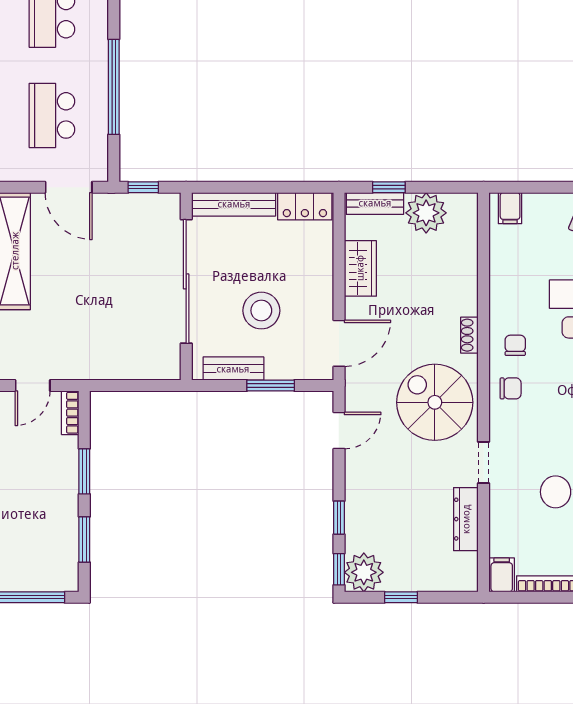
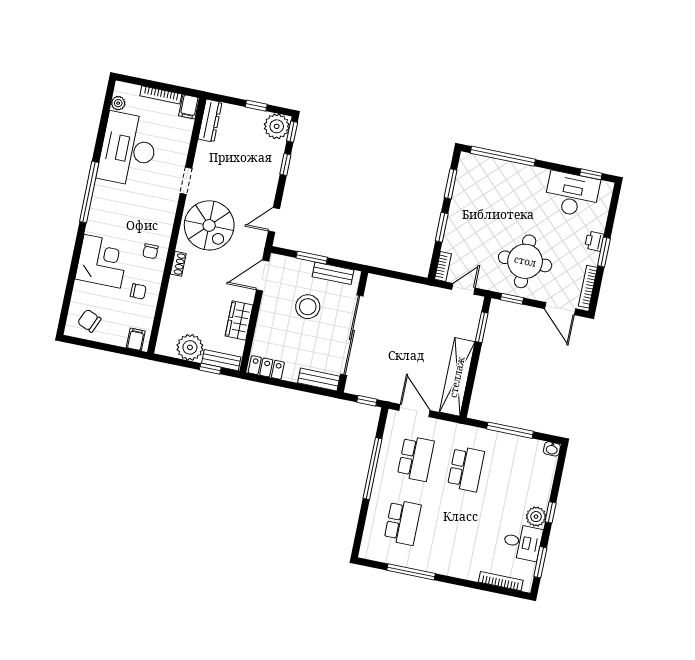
bench: (234, 204) -> (319, 379), width x0.73
chair: (511, 388) -> (138, 291), moved, turned 180
dresser: (466, 519) -> (210, 121), moved

